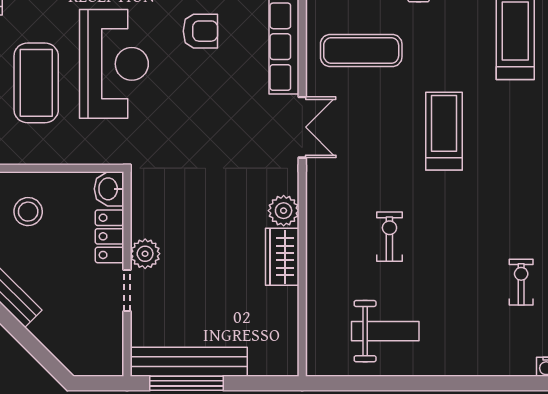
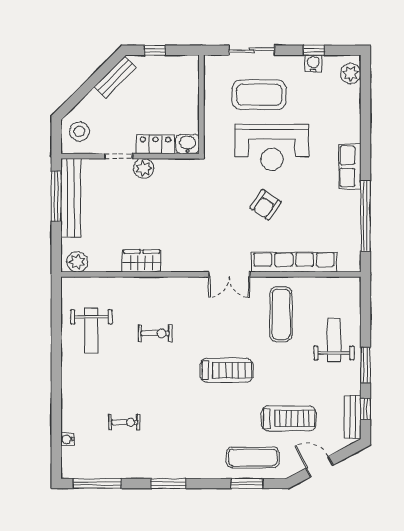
armchair: (200, 31) -> (265, 205), moved, turned 34
plant: (284, 211) -> (77, 262), moved
stool: (28, 212) -> (79, 131), moved

